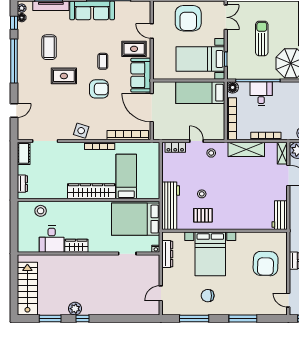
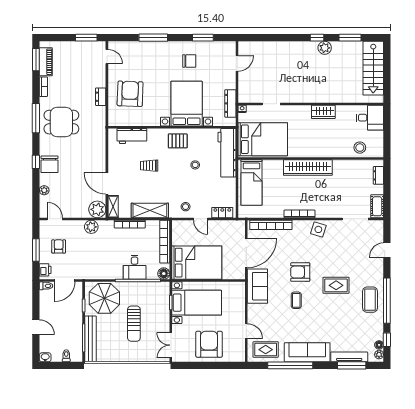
coffee table: (49, 47) -> (370, 300), moved
rug: (134, 49) -> (266, 350), moved
bed: (200, 93) -> (197, 263), width x1.50
door: (152, 108) -> (246, 253), hinge flipped
bed: (126, 177) -> (251, 183), moved
trolley: (247, 193) -> (149, 166), added
pallet: (203, 215) -> (178, 141), moved
workbench: (280, 215) -> (132, 136), moved, turned 90
desk: (52, 239) -> (370, 118), moved, turned 90
window: (194, 318) -> (203, 38), width x0.69

